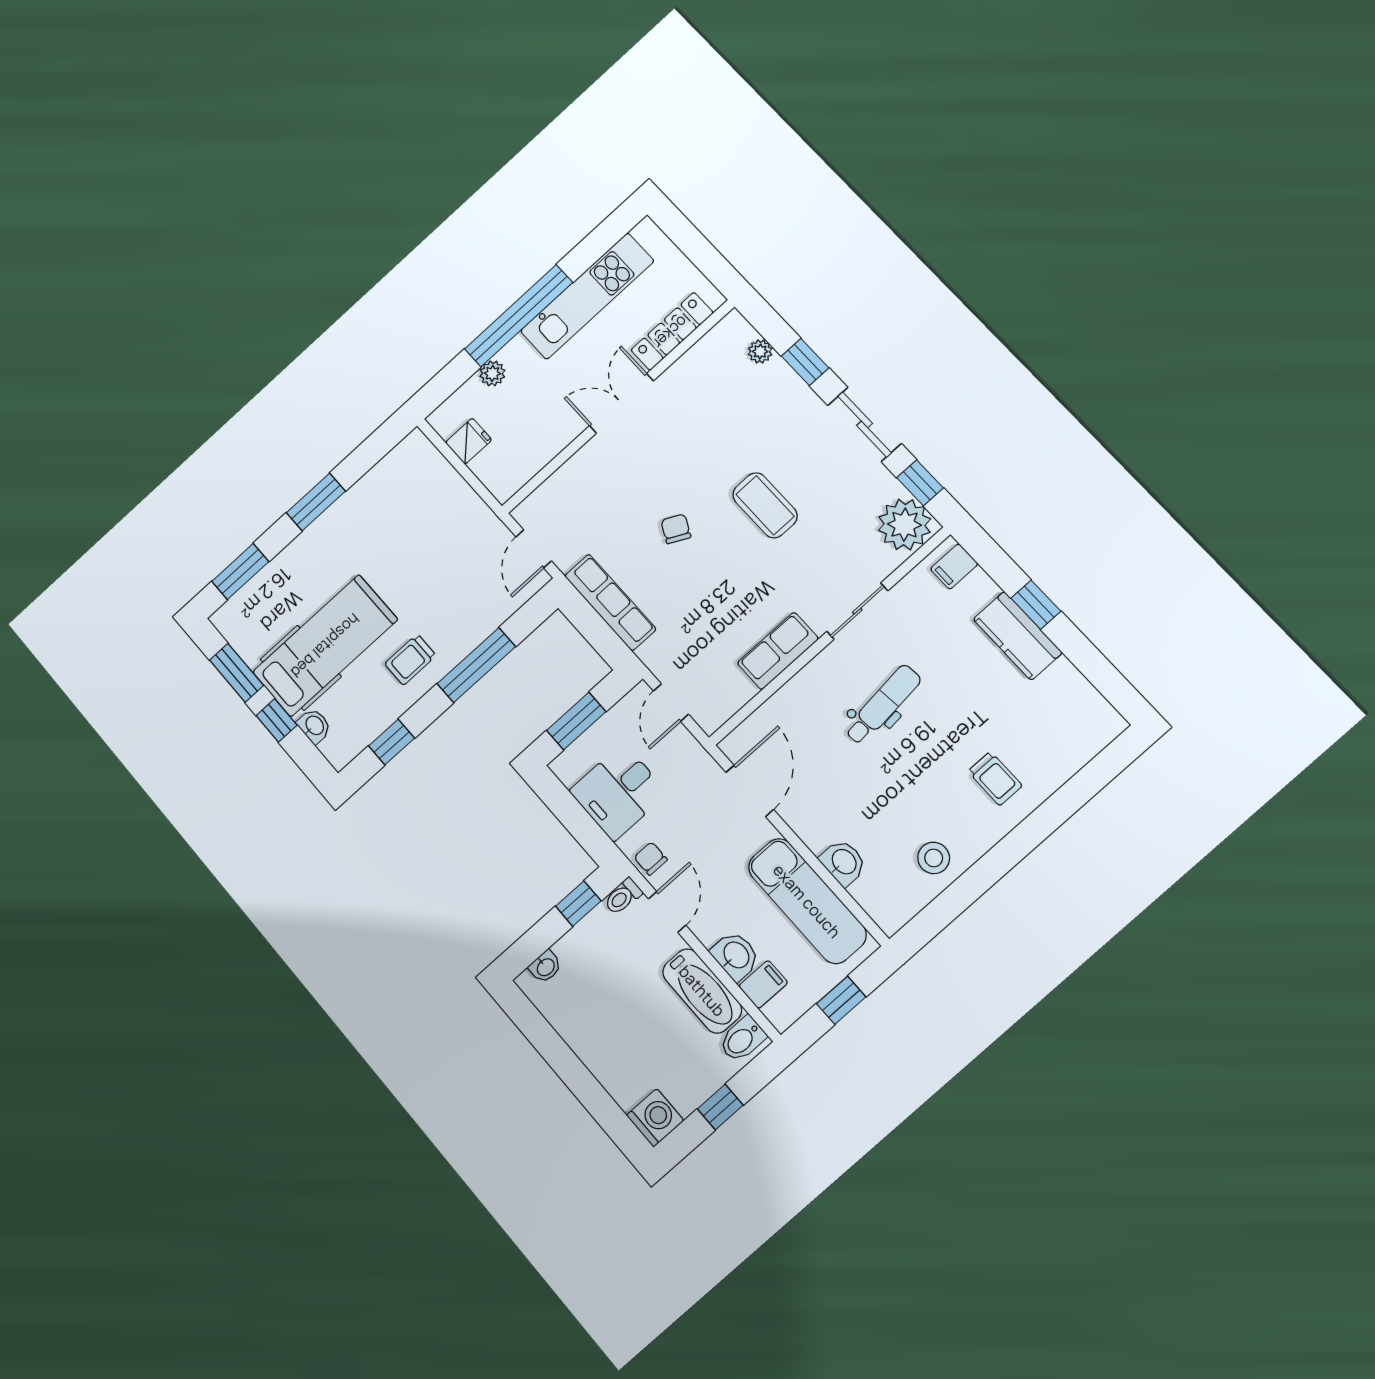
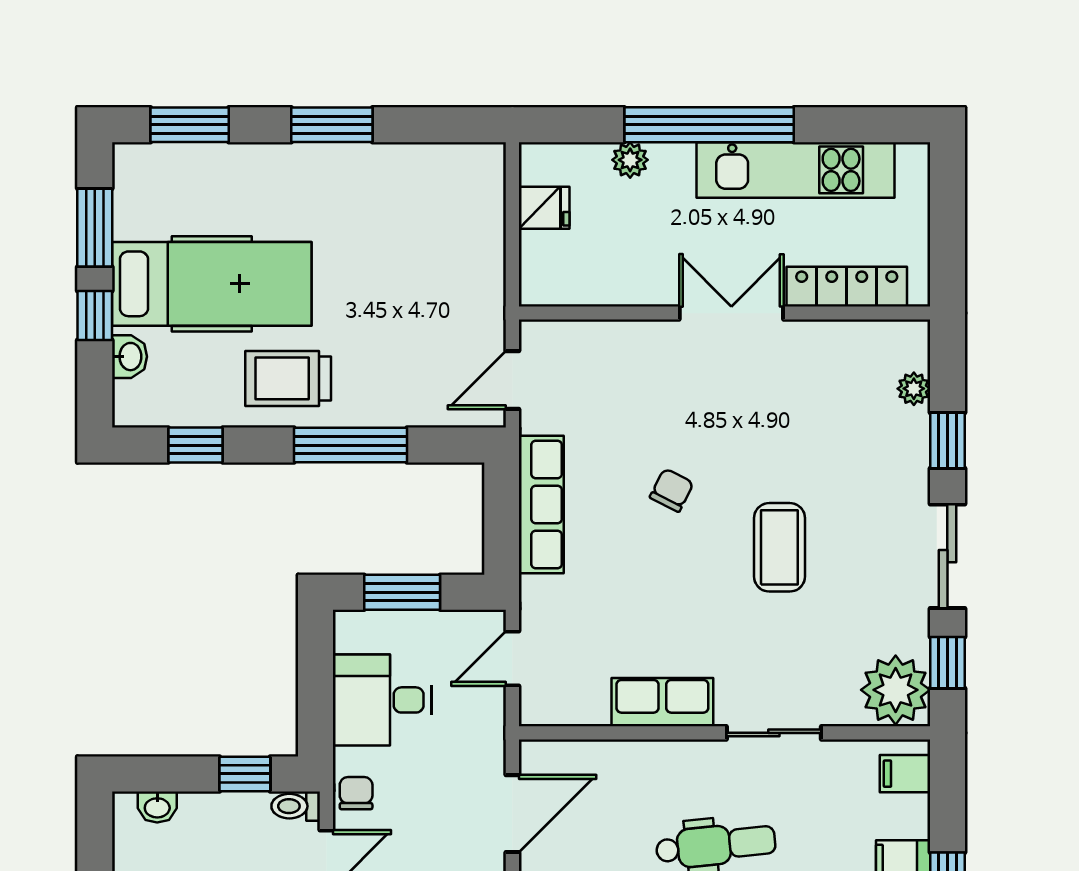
trolley: (410, 660) -> (288, 378), width x1.36, depth x1.39

